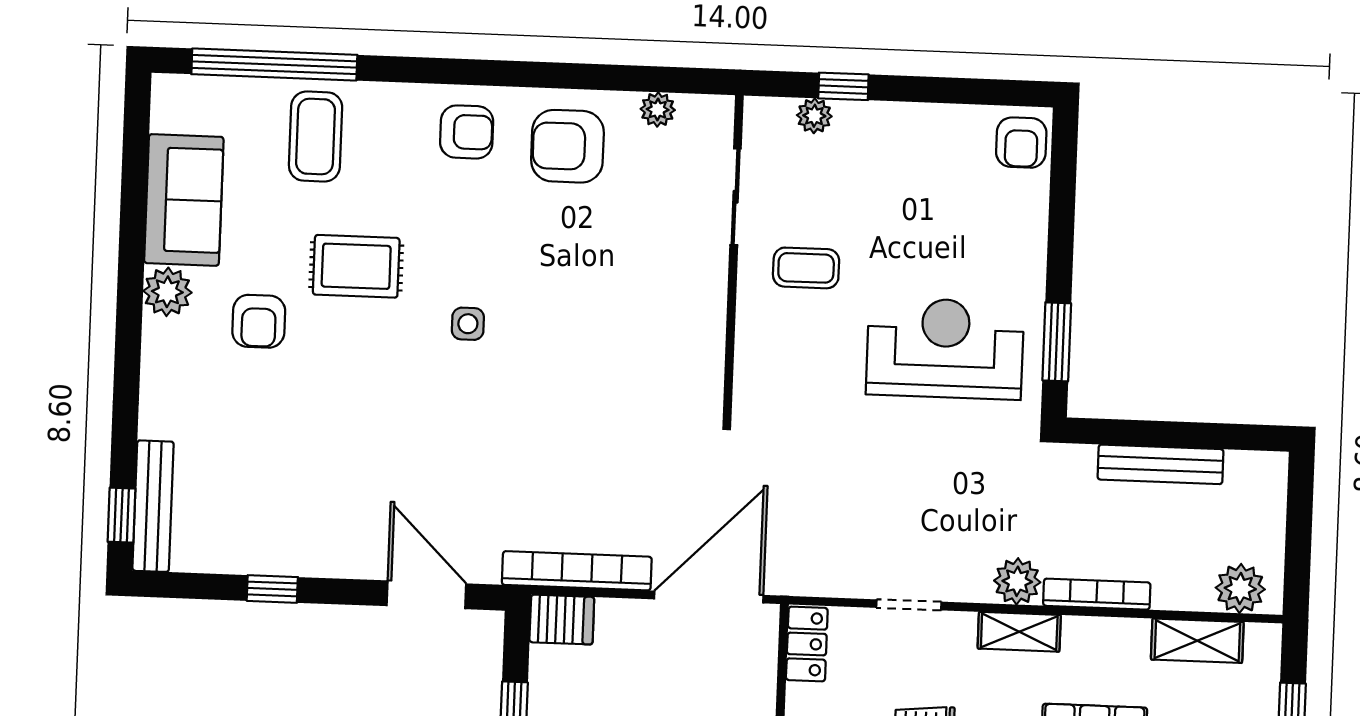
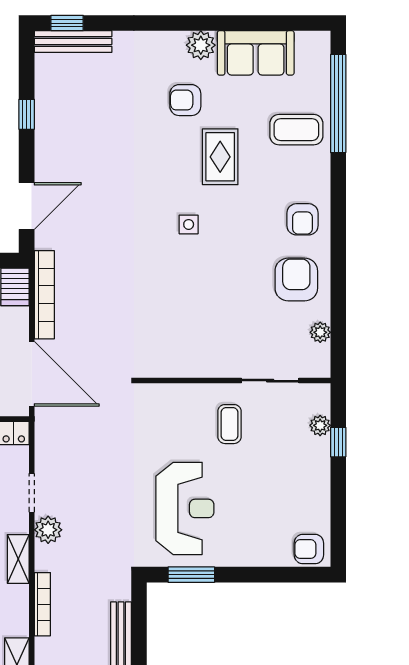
plant: (1017, 581) -> (48, 530), moved

